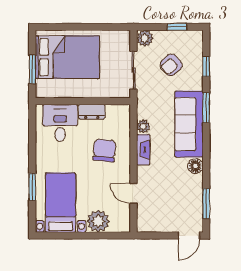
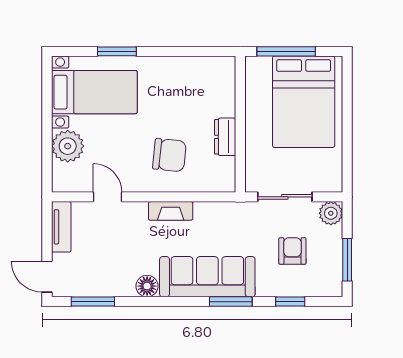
window: (177, 27) -> (347, 260), width x1.50
armchair: (171, 65) -> (292, 251), turned 42
window: (32, 69) -> (286, 51), width x1.44
desk: (60, 123) -> (209, 91), removed
plant: (143, 126) -> (204, 211), removed
door: (133, 193) -> (108, 197), hinge flipped
tv unit: (154, 226) -> (61, 227), added

